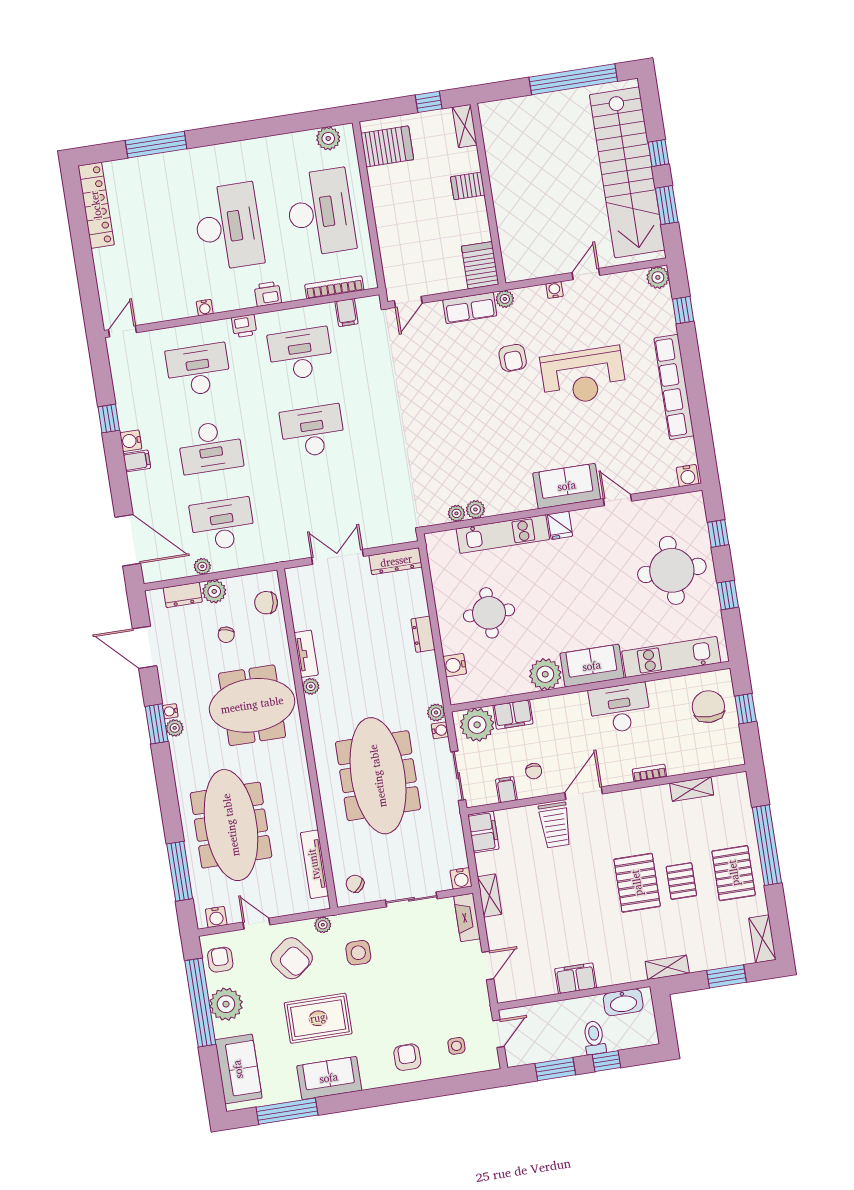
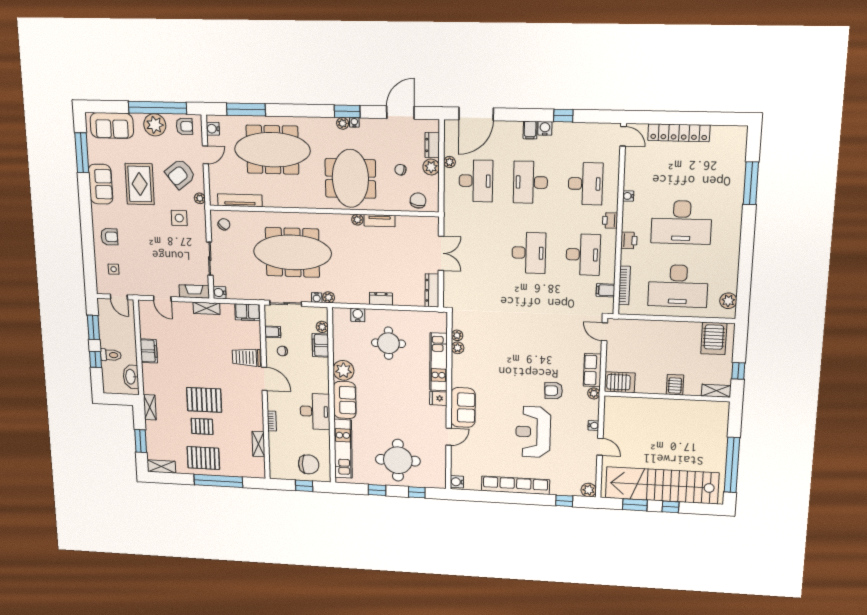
locker: (96, 205) -> (679, 133), moved
plant: (477, 725) -> (322, 327), width x0.53, depth x0.53

